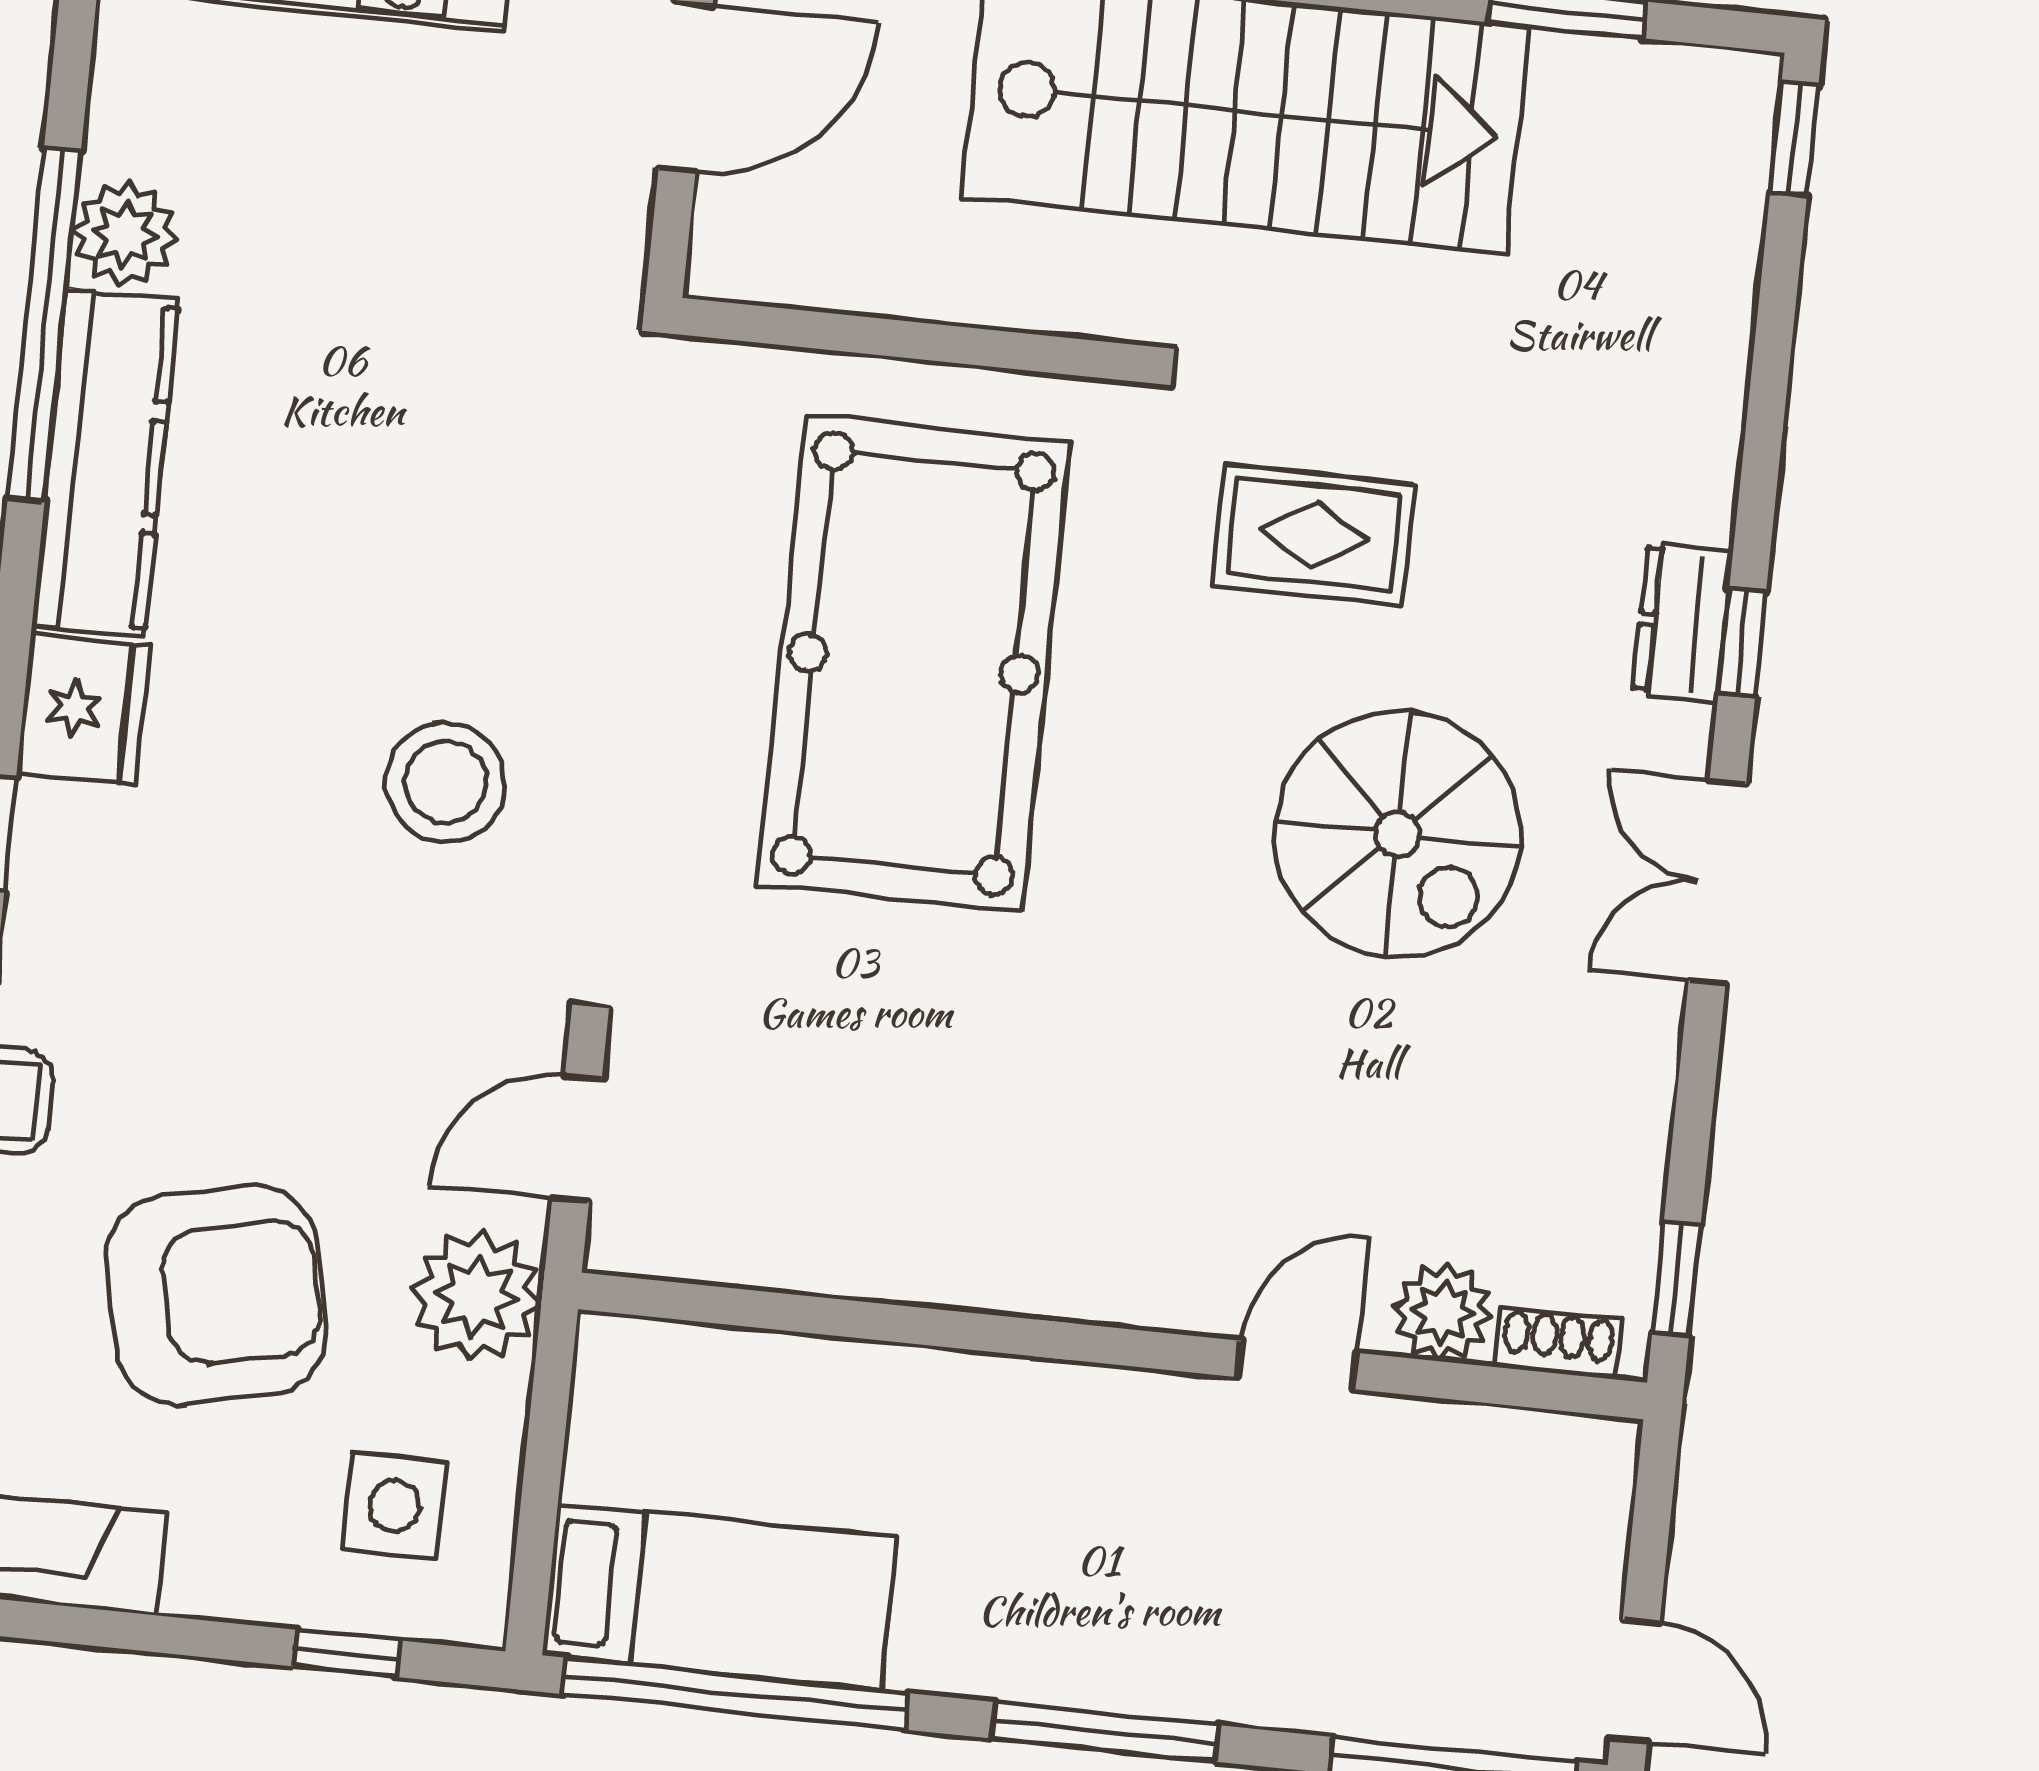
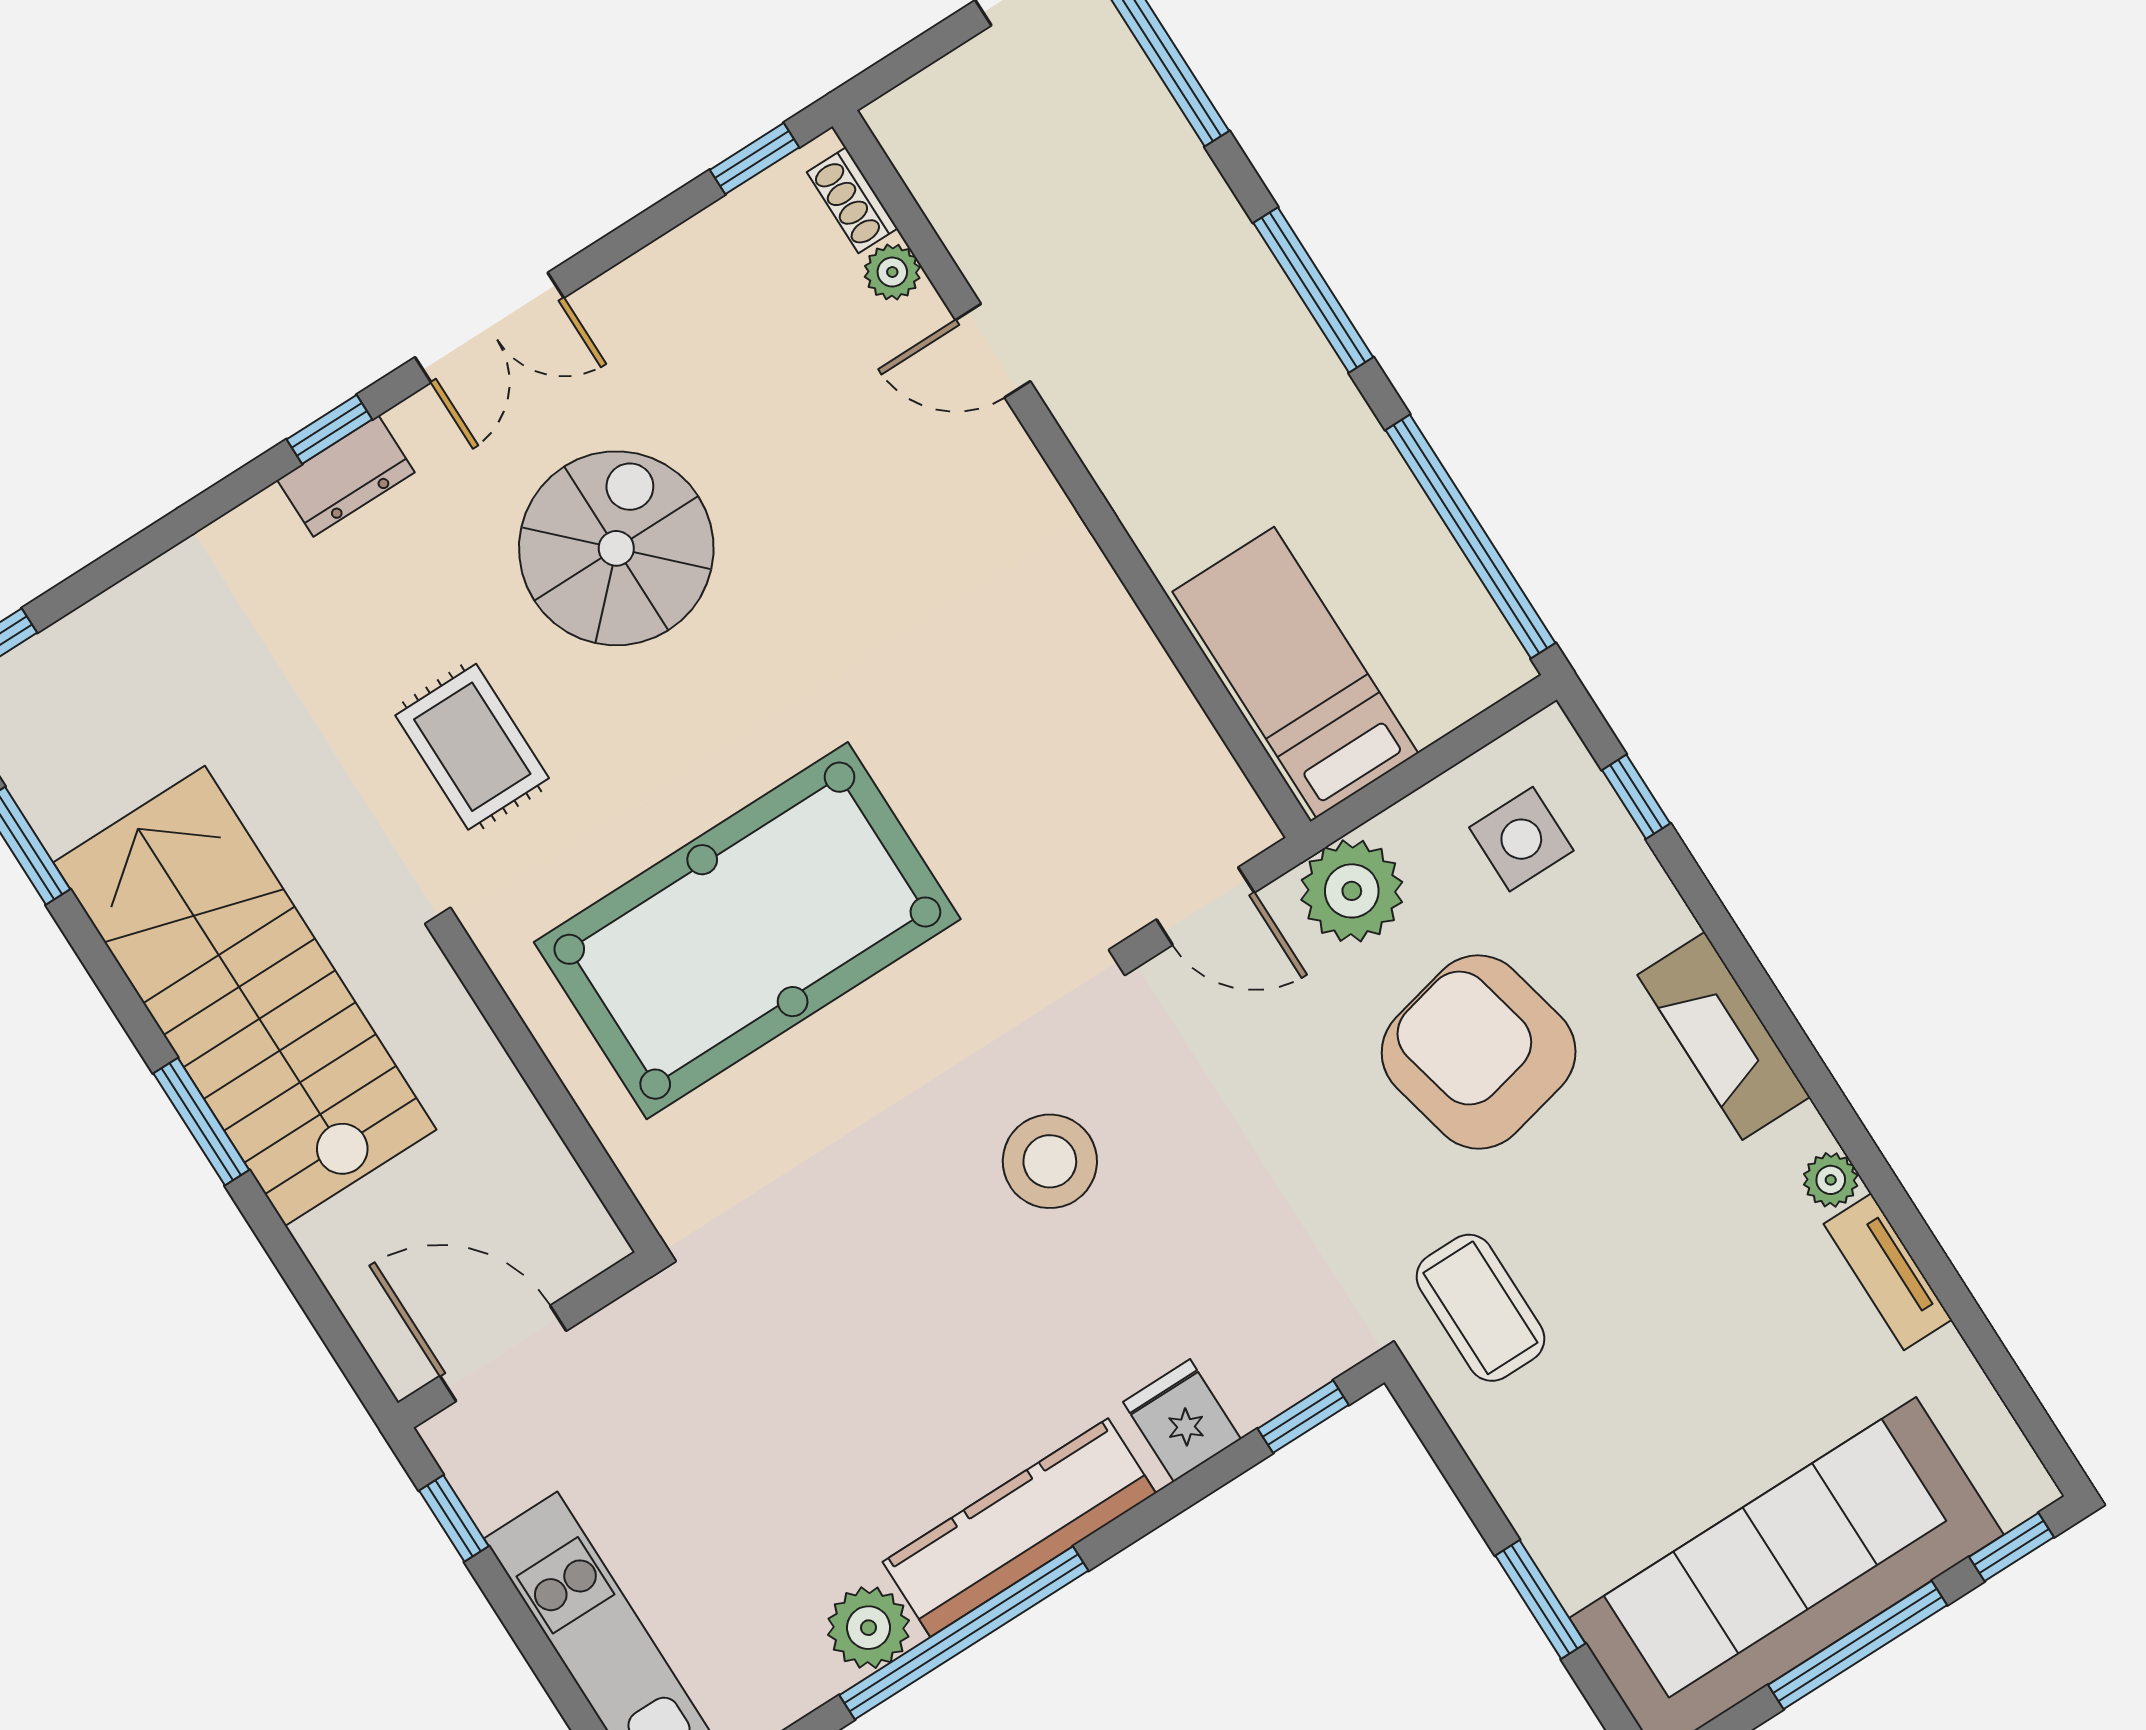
fridge: (84, 709) -> (1182, 1420), width x0.72
plant: (1443, 1312) -> (892, 272), width x0.73, depth x0.73
bed: (719, 1596) -> (1295, 672), moved

